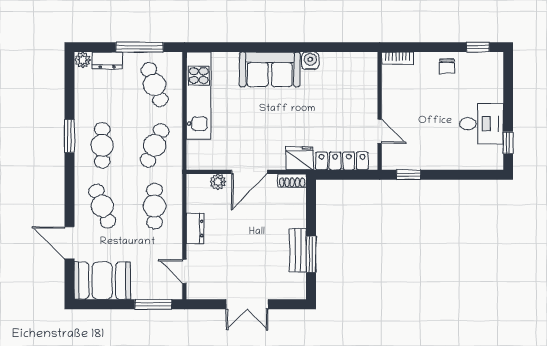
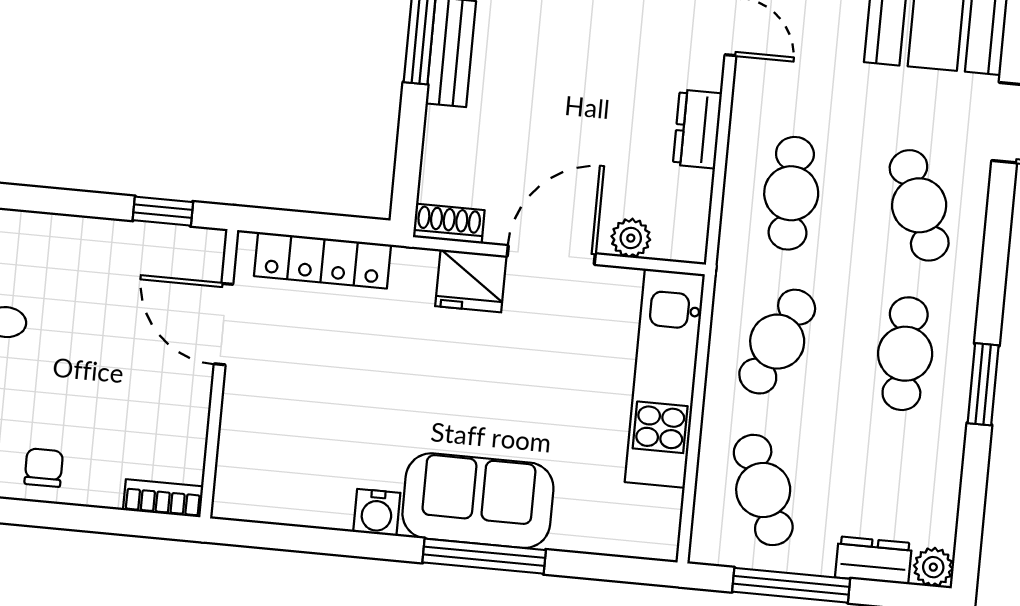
window: (265, 47) -> (484, 556), added
kitchen unit: (199, 96) -> (665, 378), moved
door: (380, 131) -> (223, 324), width x1.38
fridge: (300, 158) -> (471, 281), moved

